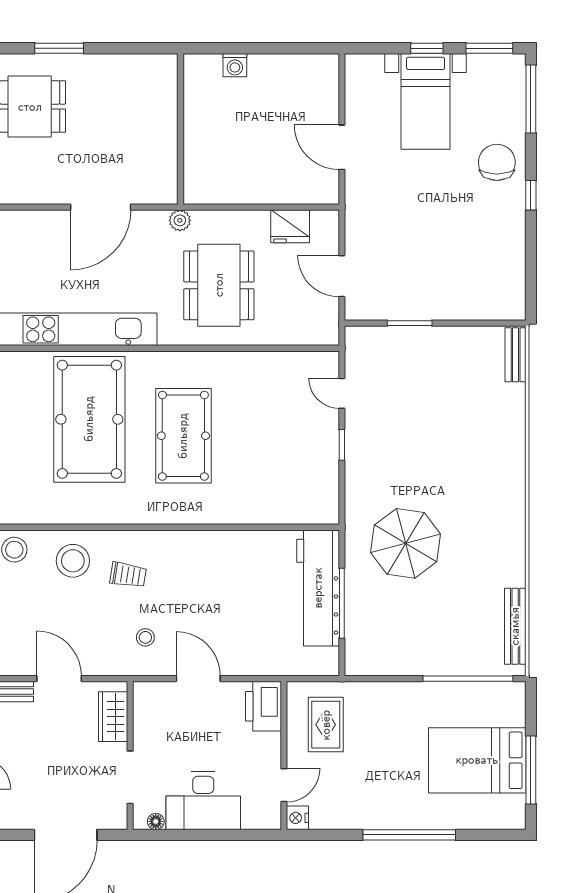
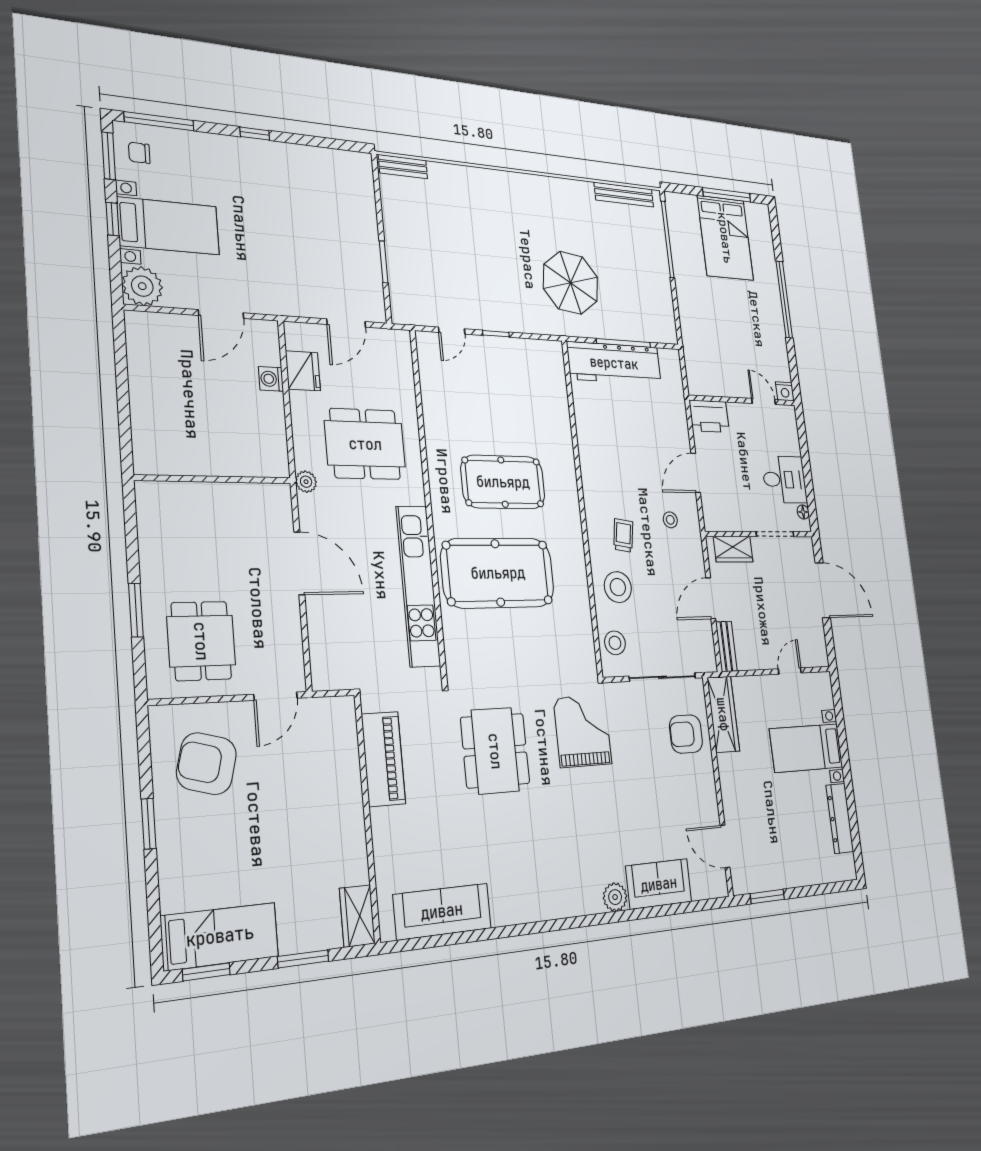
washing machine: (235, 65) -> (271, 379), moved, turned 180
plant: (364, 73) -> (142, 286), added
chair: (497, 162) -> (139, 153), moved, width x0.54, depth x0.54
rug: (326, 725) -> (716, 363), removed
desk: (203, 801) -> (784, 480), width x0.73

